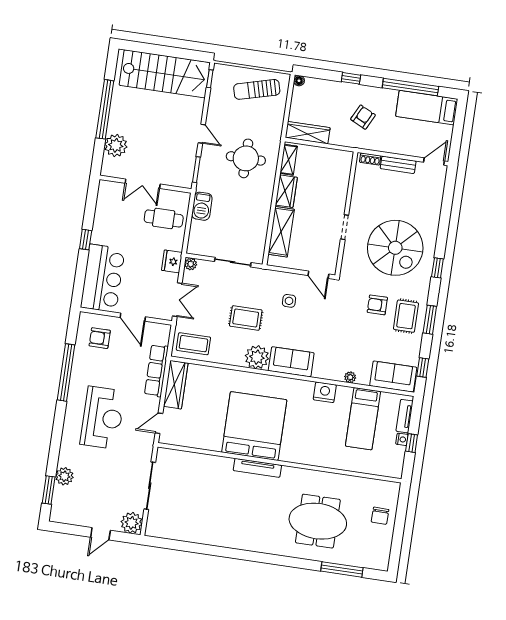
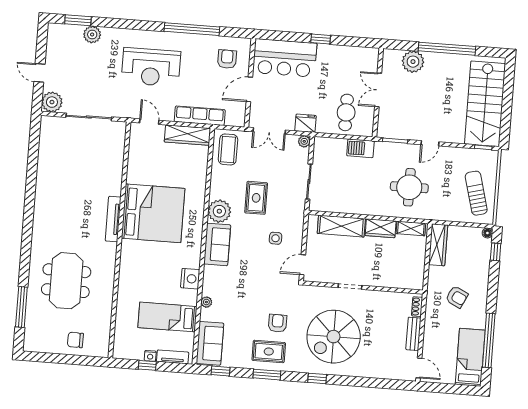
window: (351, 78) -> (496, 252), moved

